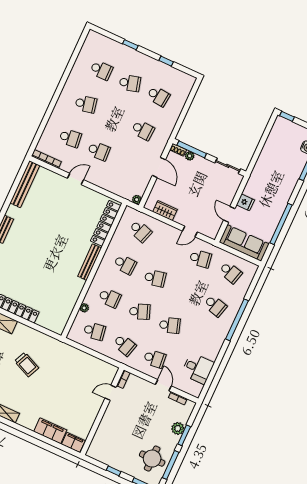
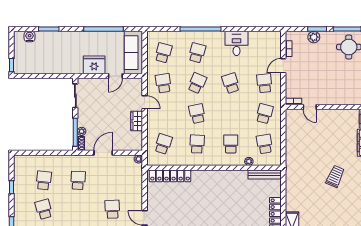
fridge: (245, 202) -> (94, 65), width x1.88, depth x1.34
wardrobe: (165, 211) -> (137, 121), moved
bench: (90, 262) -> (265, 174), moved
school desk: (140, 312) -> (197, 83), moved, turned 45
trolley: (26, 365) -> (335, 176), moved
desk: (198, 368) -> (237, 43), moved

